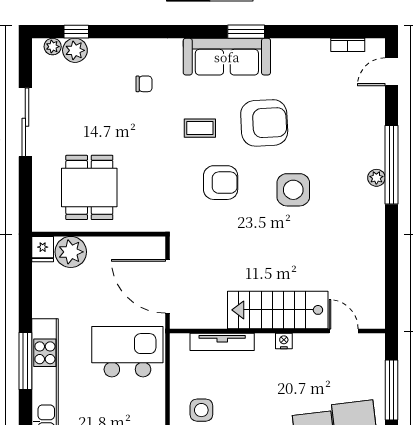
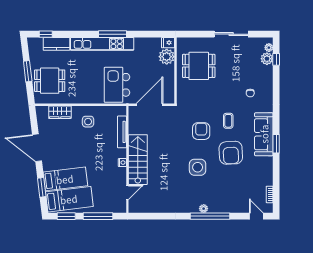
armchair: (221, 183) -> (201, 131), turned 180
kitchen island: (127, 352) -> (117, 85), turned 180

